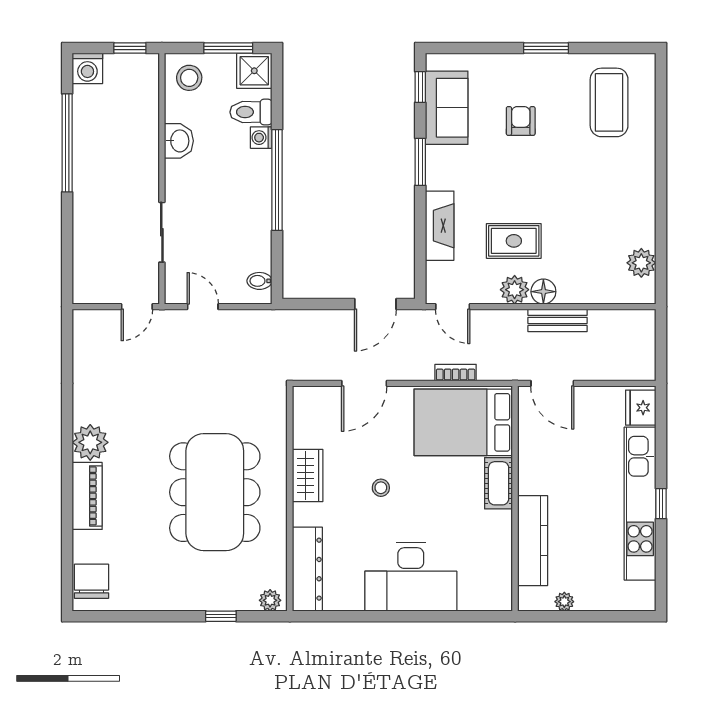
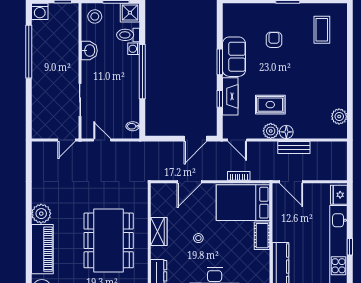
window: (420, 87) -> (220, 99), moved
coffee table: (609, 102) -> (322, 30), width x0.73, depth x0.76
sofa: (447, 108) -> (234, 57), moved
piano: (87, 496) -> (42, 249), width x1.37, depth x1.33

